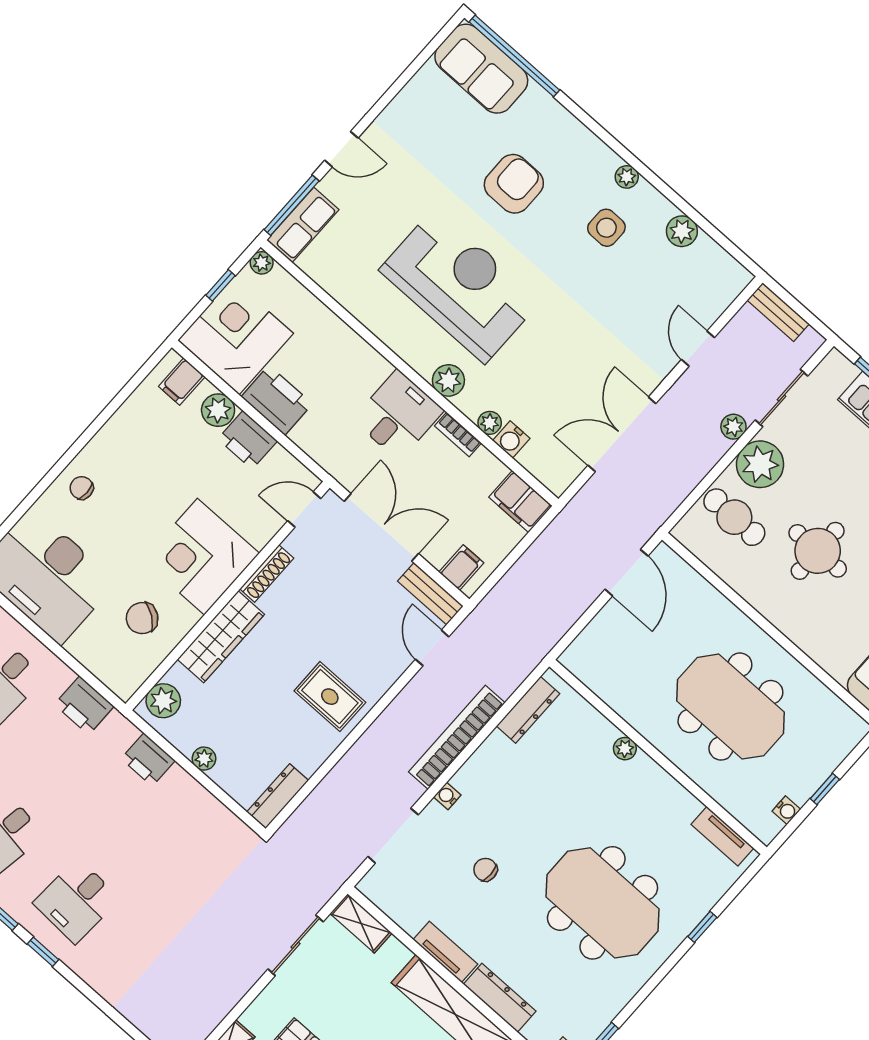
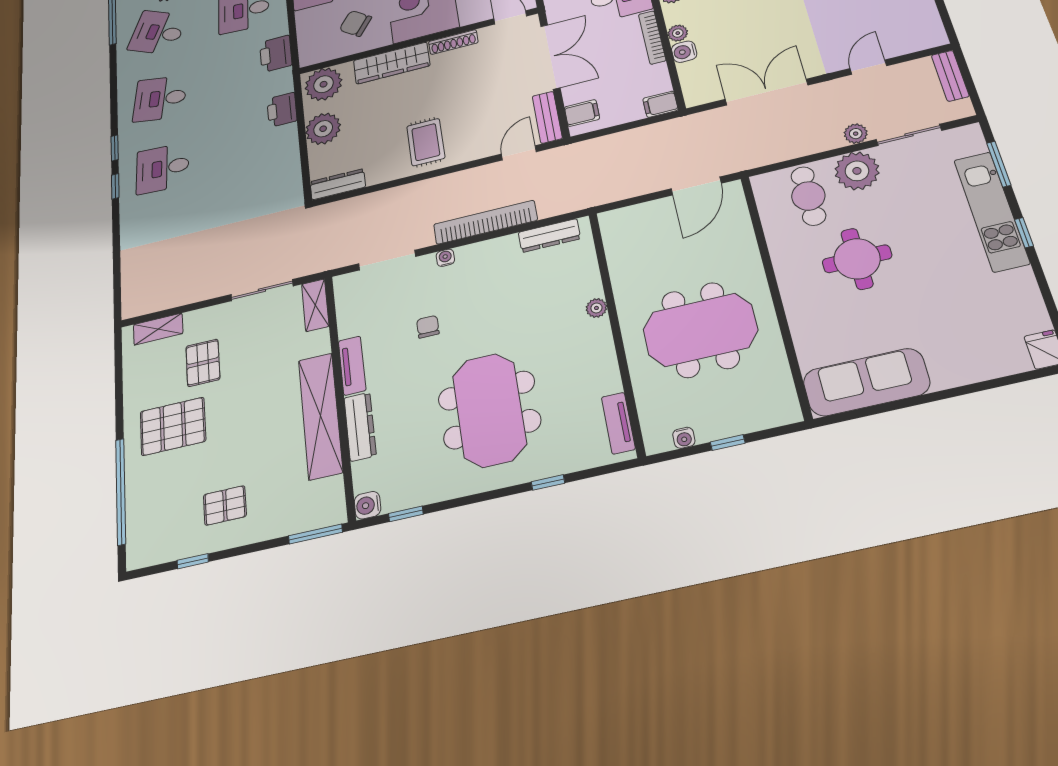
bookcase: (458, 434) -> (652, 37), width x1.56
filing cabinet: (520, 501) -> (660, 104), width x0.50
plant: (163, 701) -> (324, 84), width x1.36, depth x1.36
meeting table: (730, 707) -> (700, 330), turned 90
plant: (204, 759) -> (323, 129), width x1.88, depth x1.88

